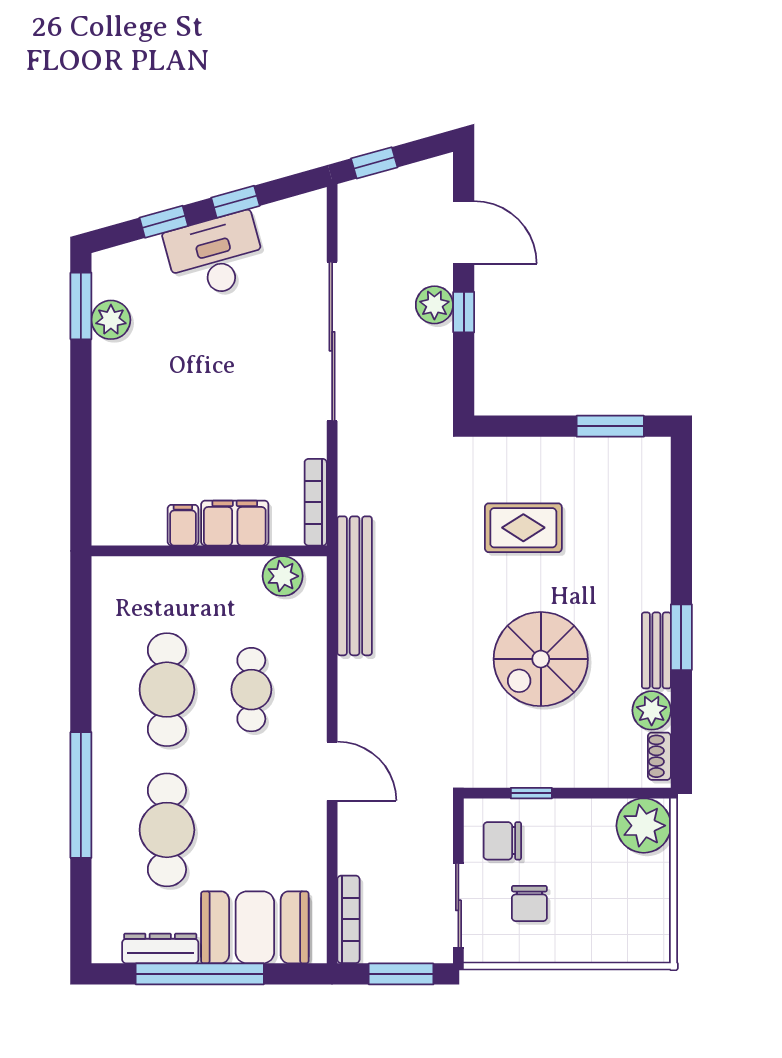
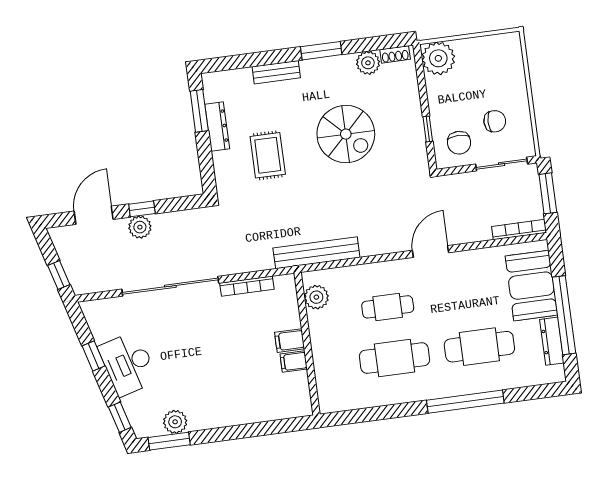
window: (164, 222) -> (120, 417), moved
dresser: (581, 452) -> (217, 126), added
bookcase: (316, 502) -> (247, 286), moved
filing cabinet: (235, 523) -> (290, 341), width x0.50
bench: (656, 650) -> (276, 72), moved

